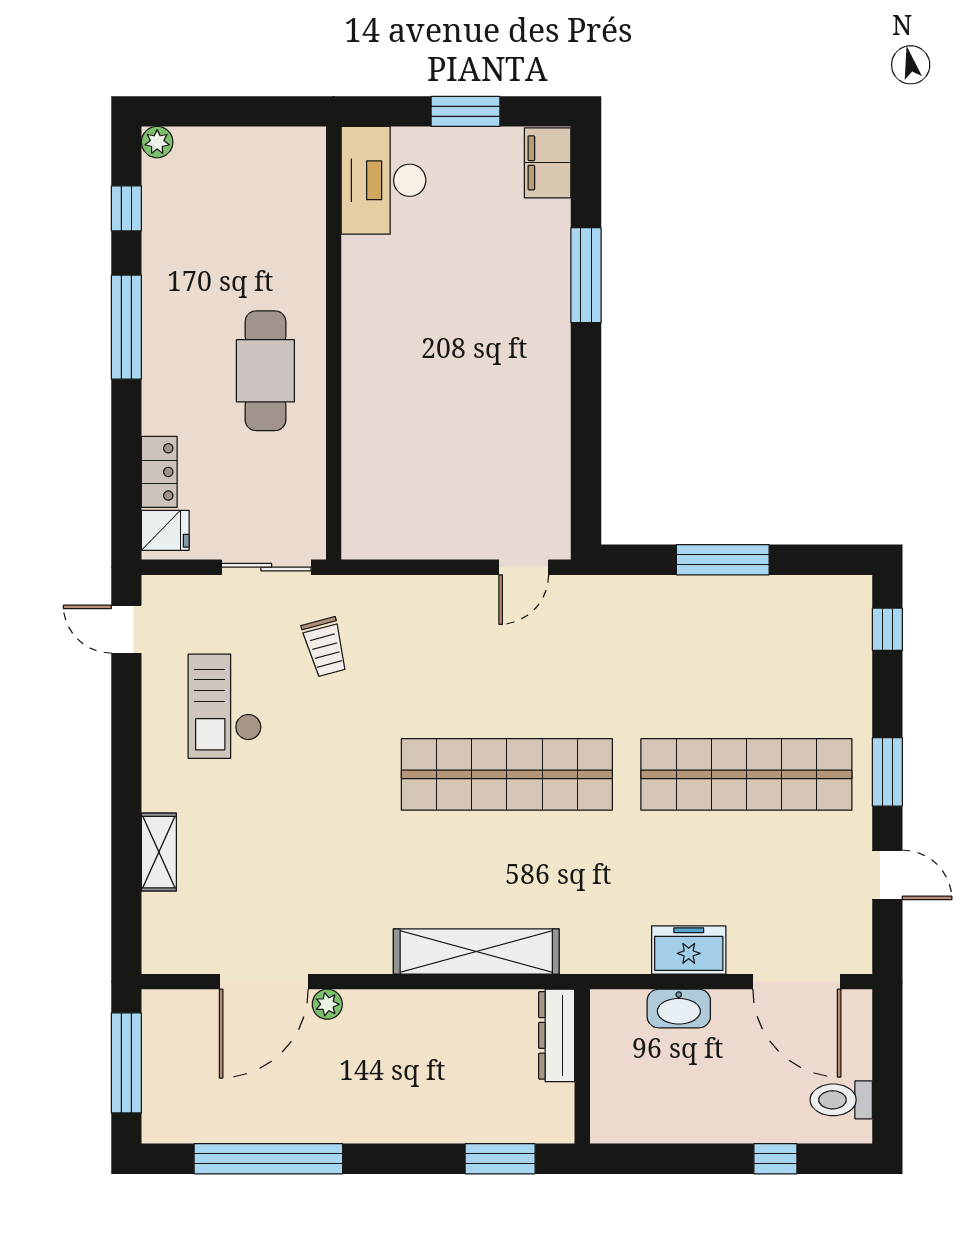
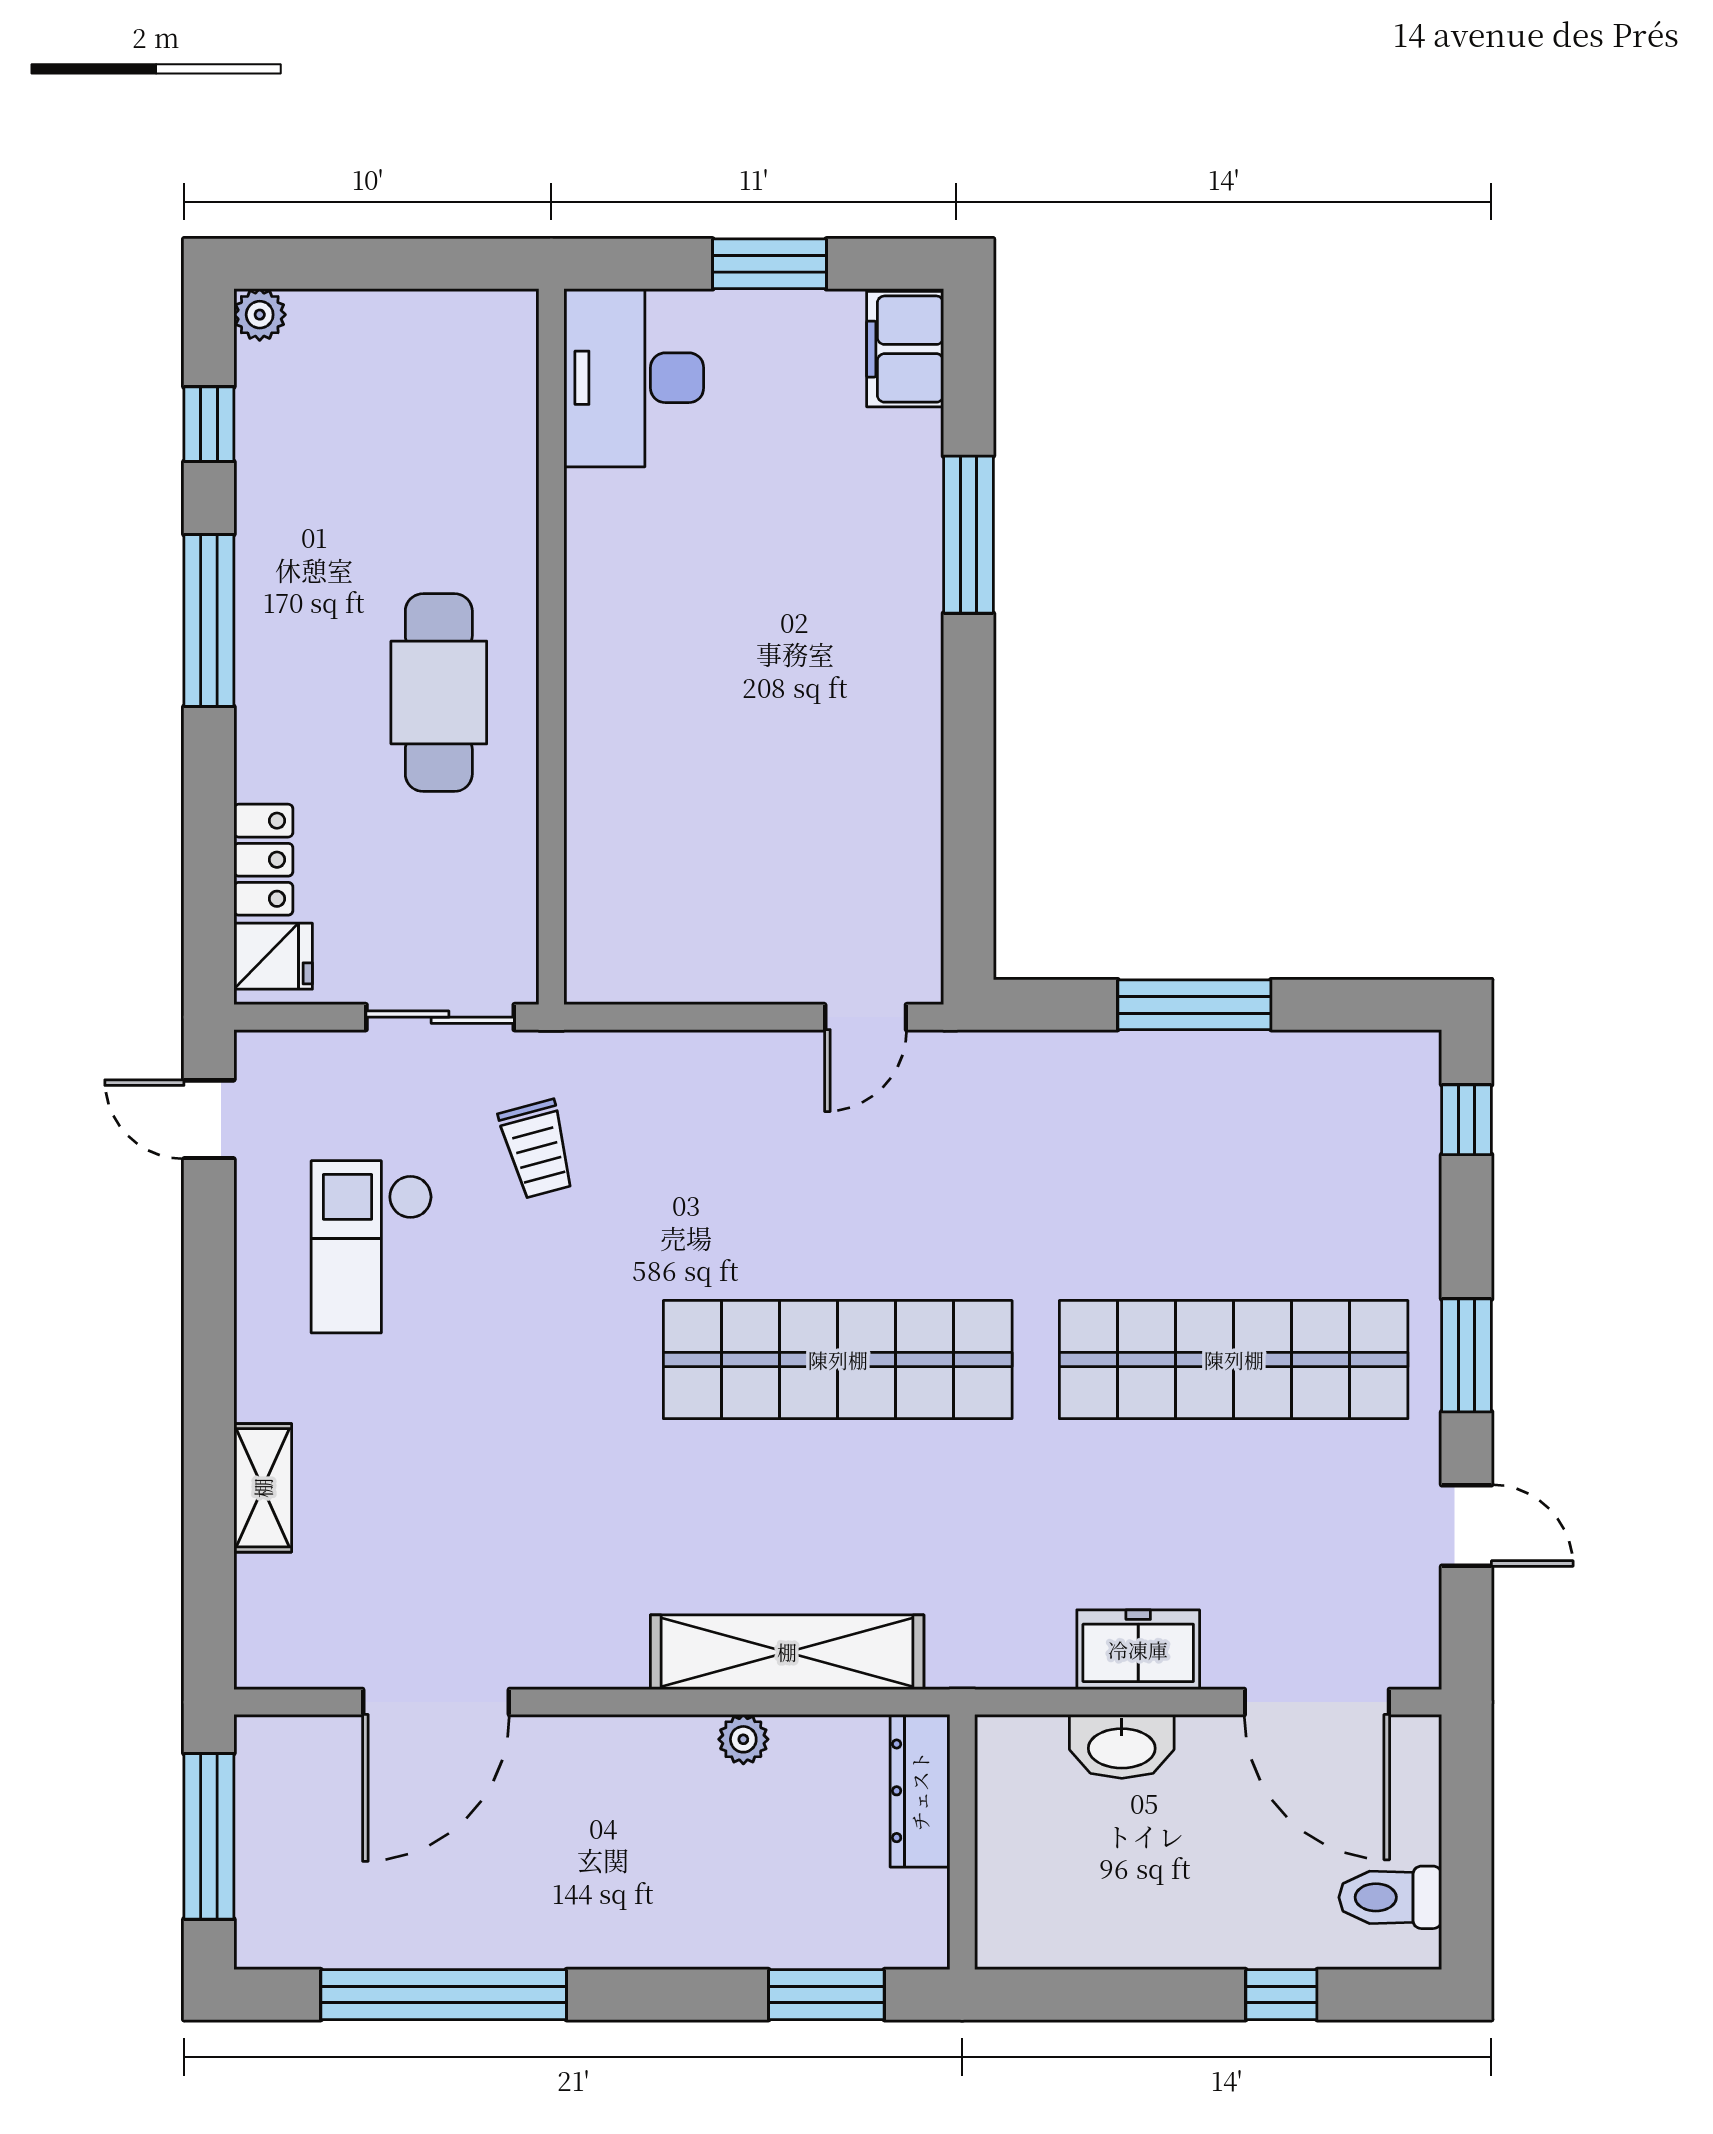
plant: (327, 1004) -> (743, 1739), moved

